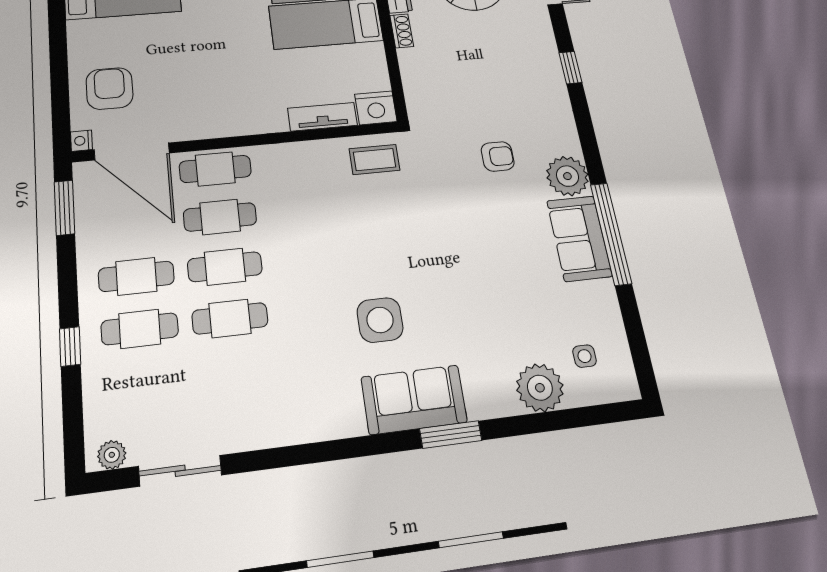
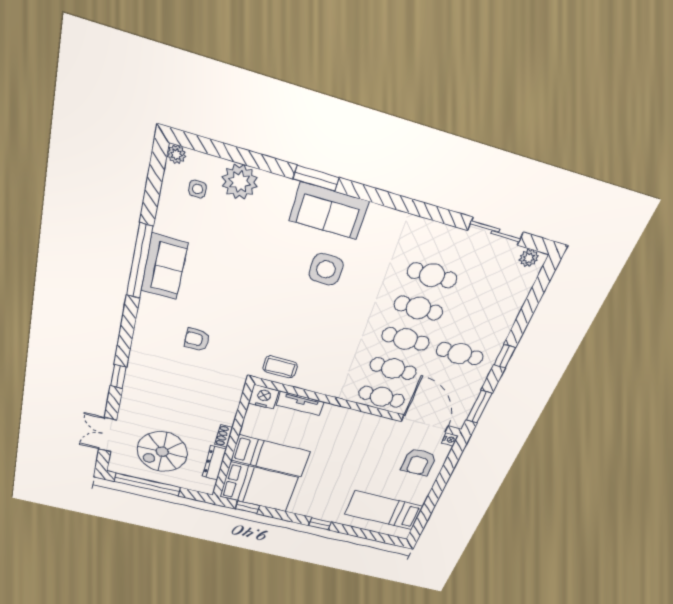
plant: (567, 176) -> (176, 154), moved, width x0.53, depth x0.53
cafe table: (140, 329) -> (432, 275), moved
window: (70, 346) -> (505, 356), moved

